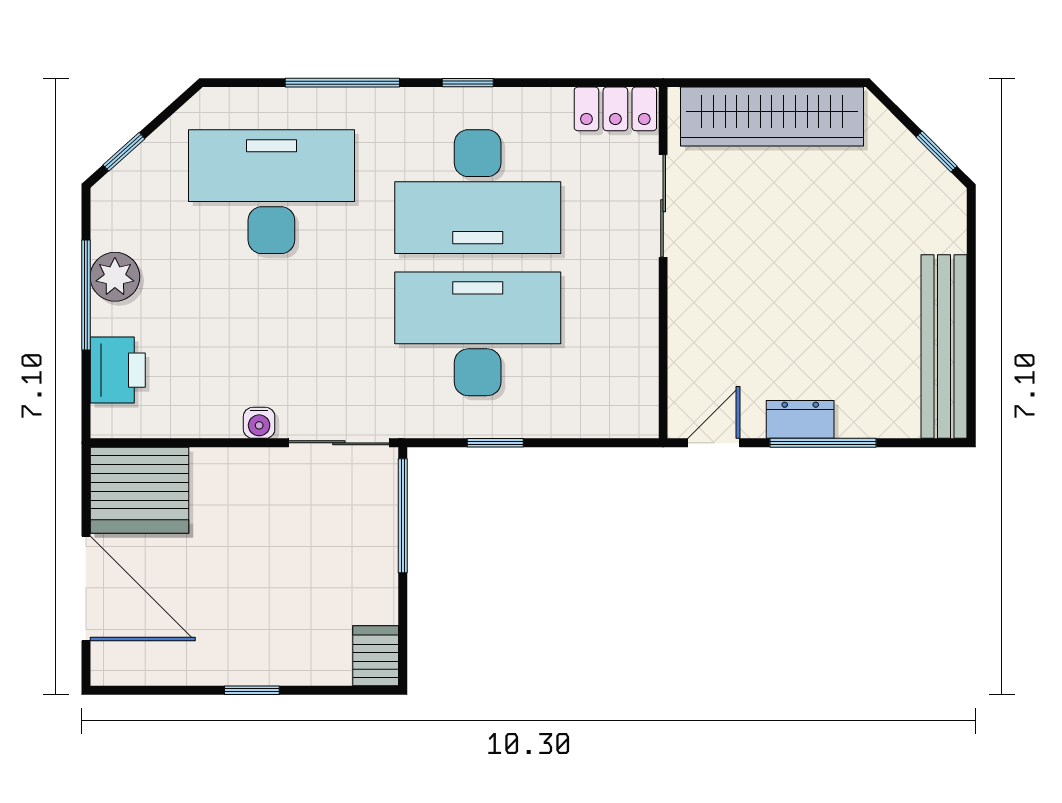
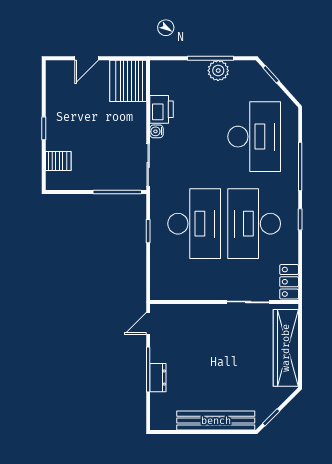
bench: (944, 347) -> (216, 421), moved
printer: (118, 370) -> (161, 109), moved, turned -90
dresser: (800, 419) -> (158, 378), moved
door: (714, 443) -> (148, 323), swing flipped
door: (86, 589) -> (87, 58), width x0.53
server rack: (376, 656) -> (58, 161), moved

